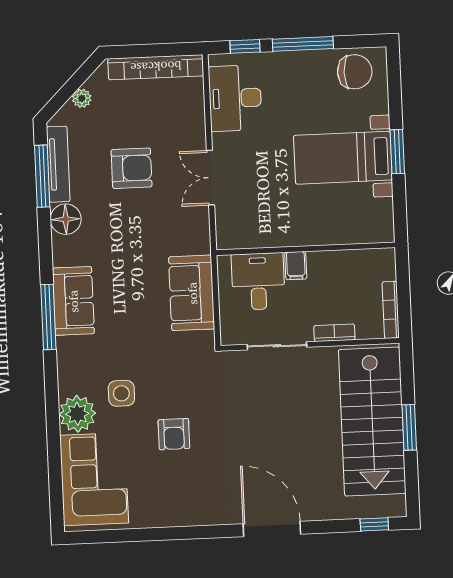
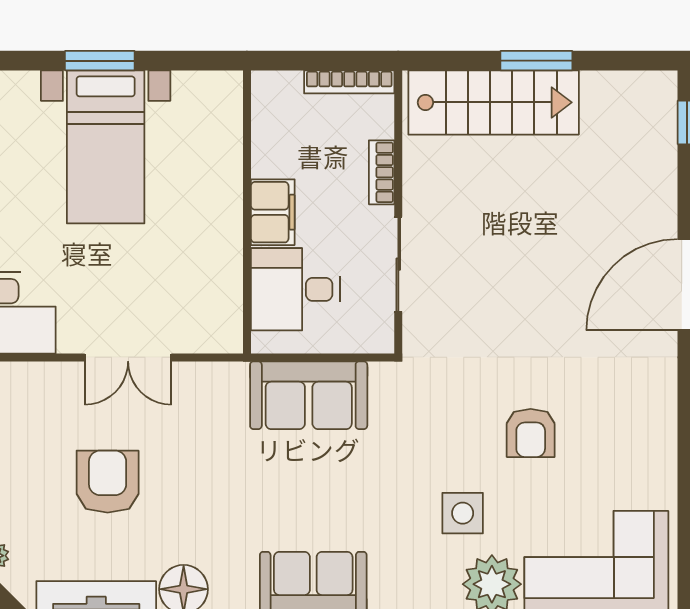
filing cabinet: (296, 266) -> (273, 212), width x2.00
stairs: (372, 422) -> (494, 102), width x0.73, depth x0.66
armchair: (174, 434) -> (531, 433), turned 90

